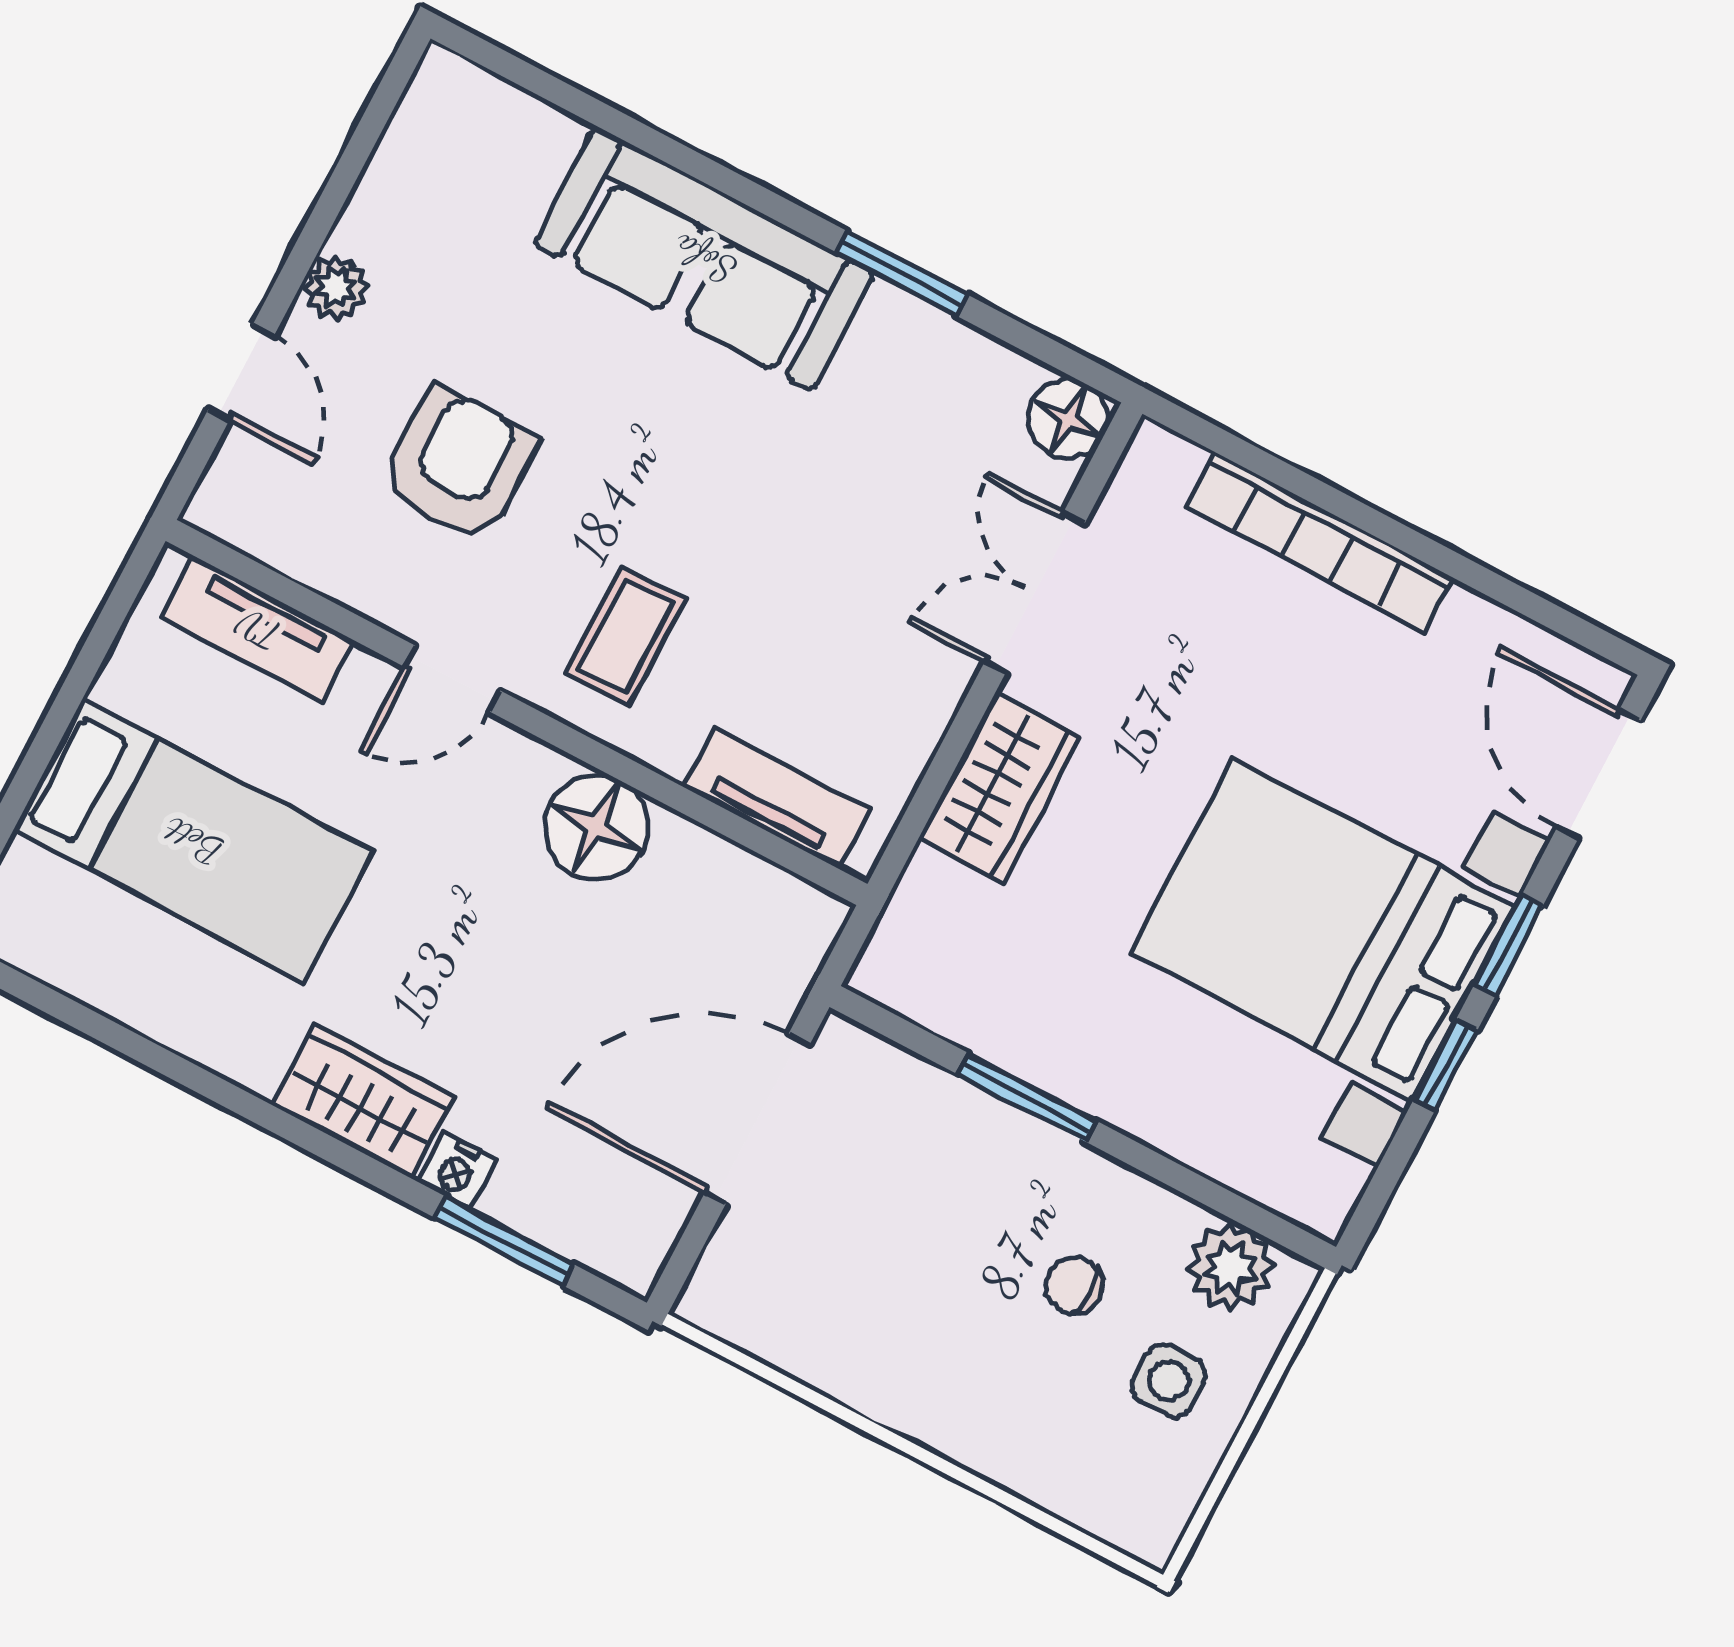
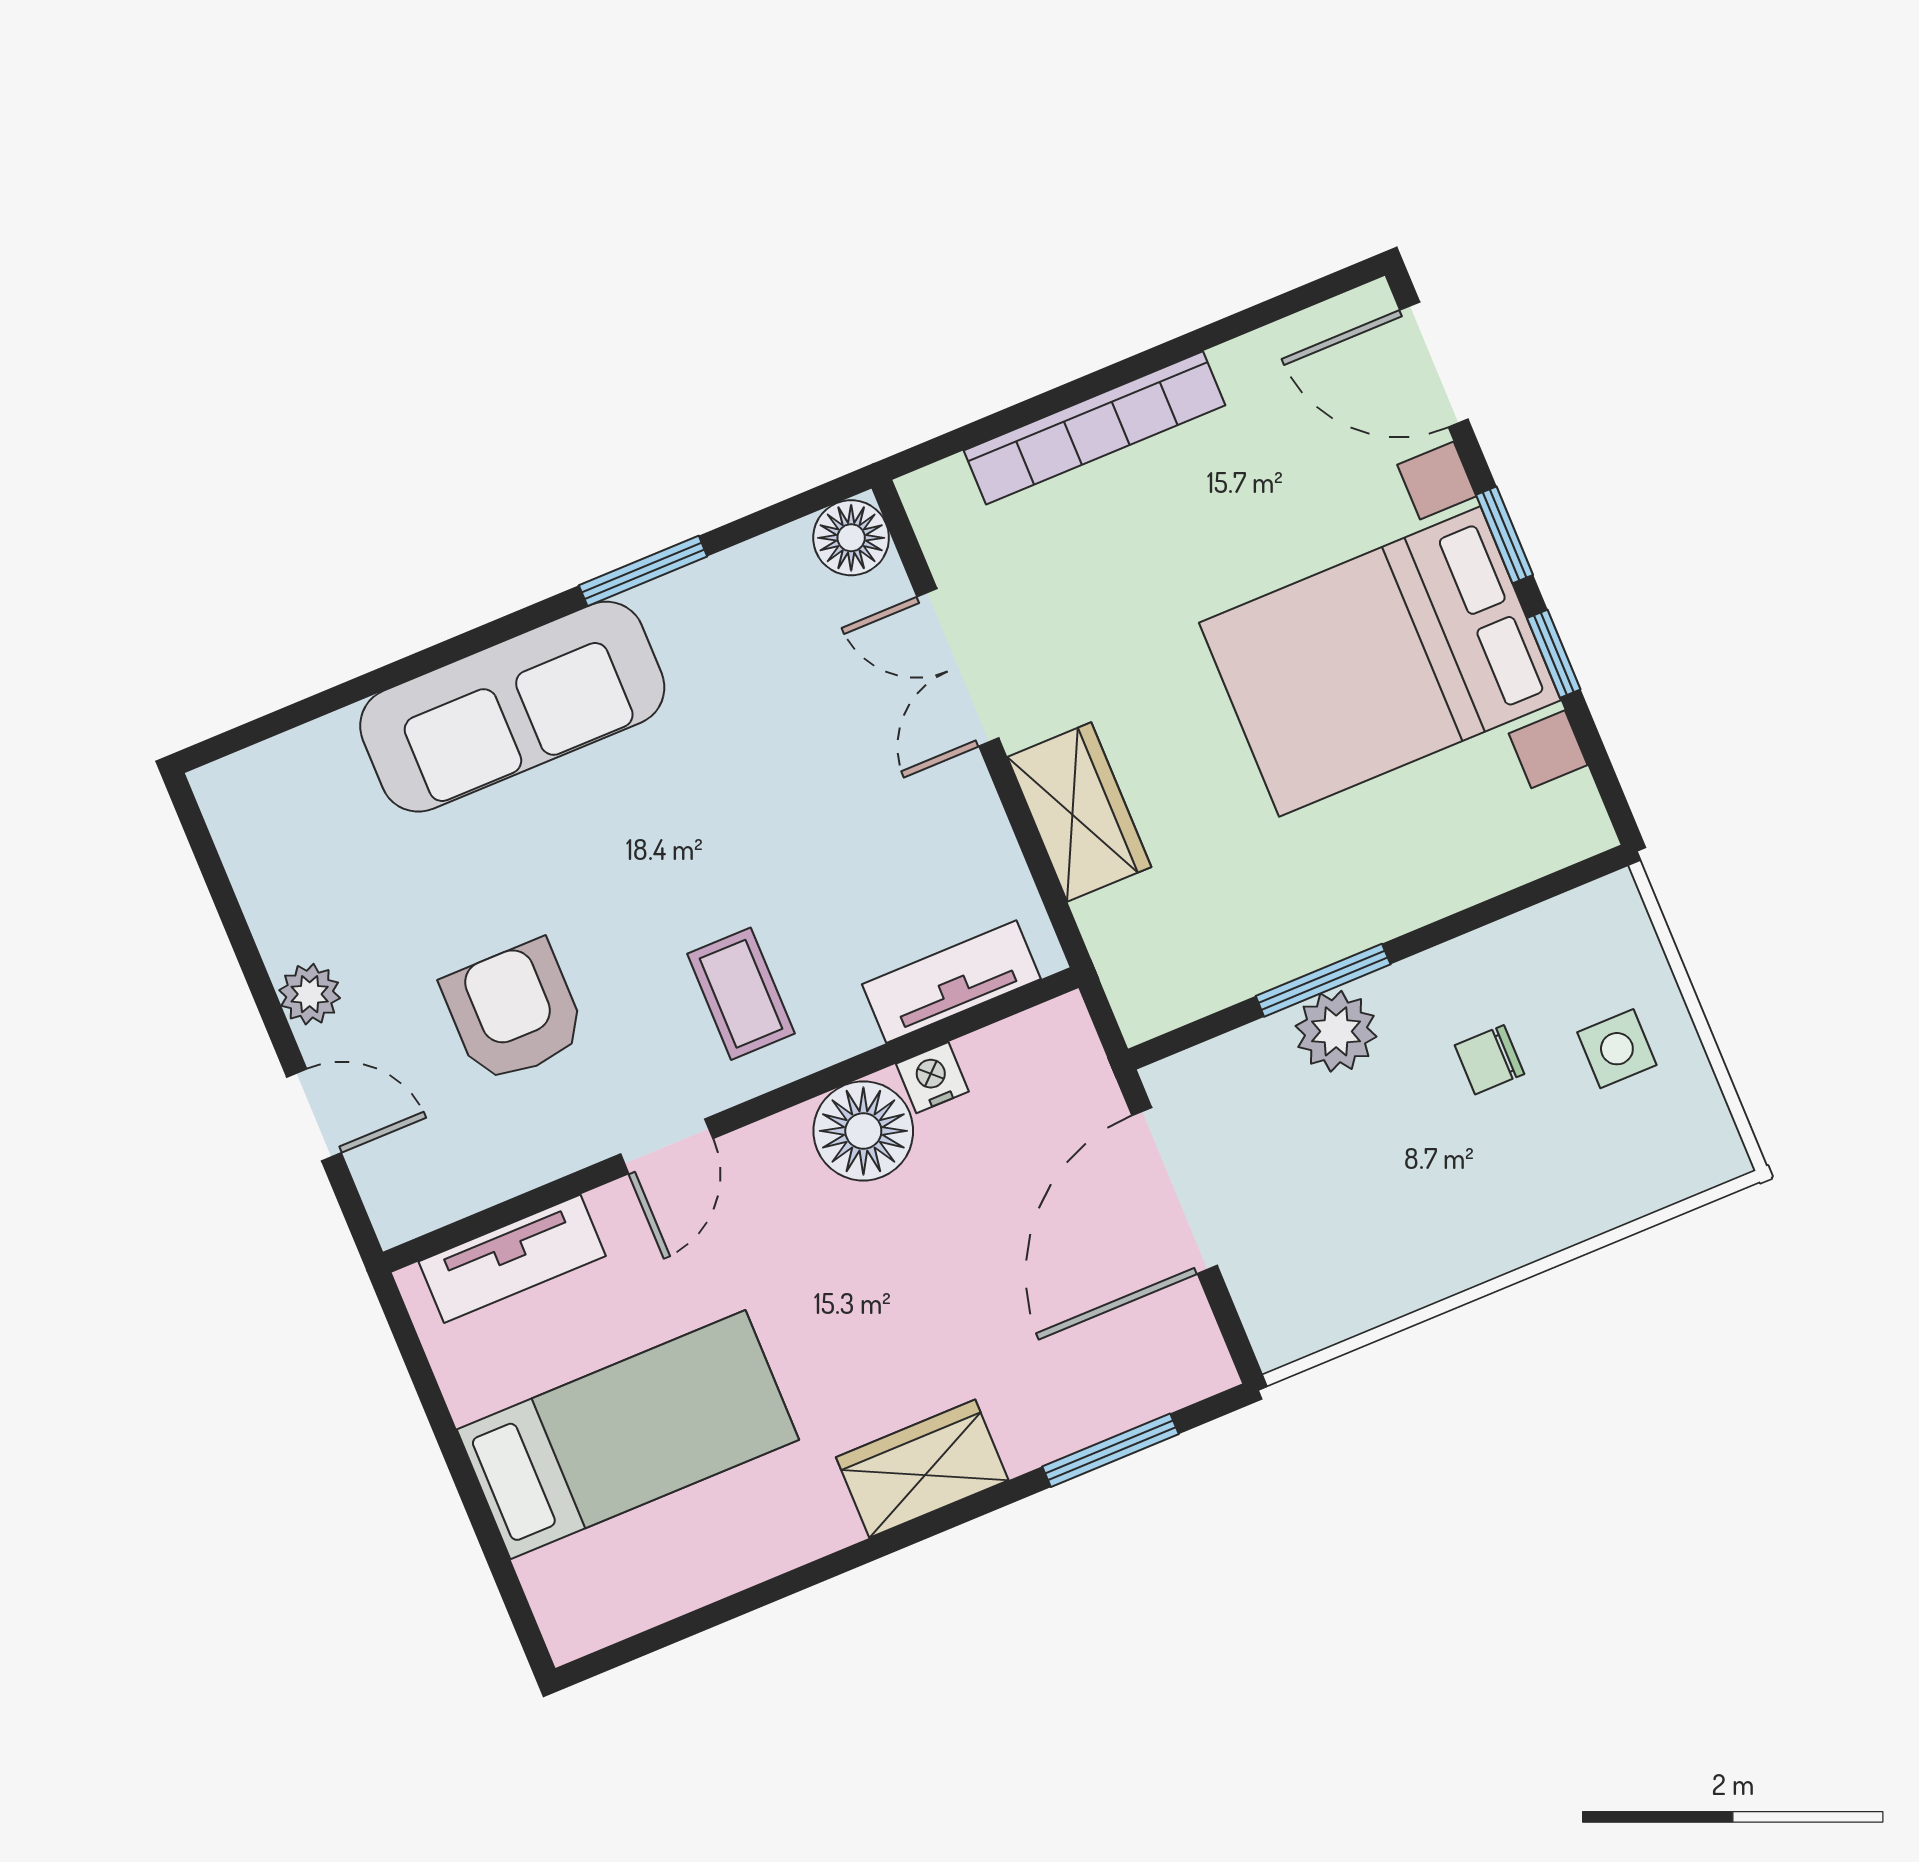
nightstand: (457, 1171) -> (932, 1078), moved, turned 180
plant: (1231, 1267) -> (1336, 1031), moved

